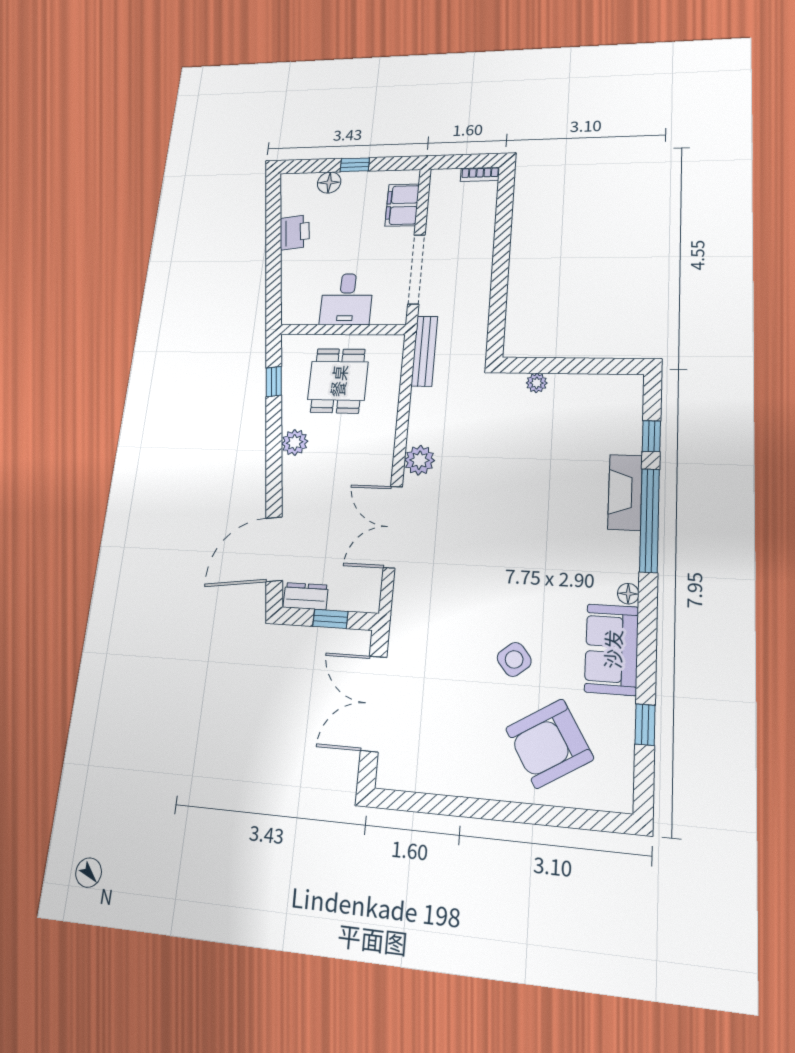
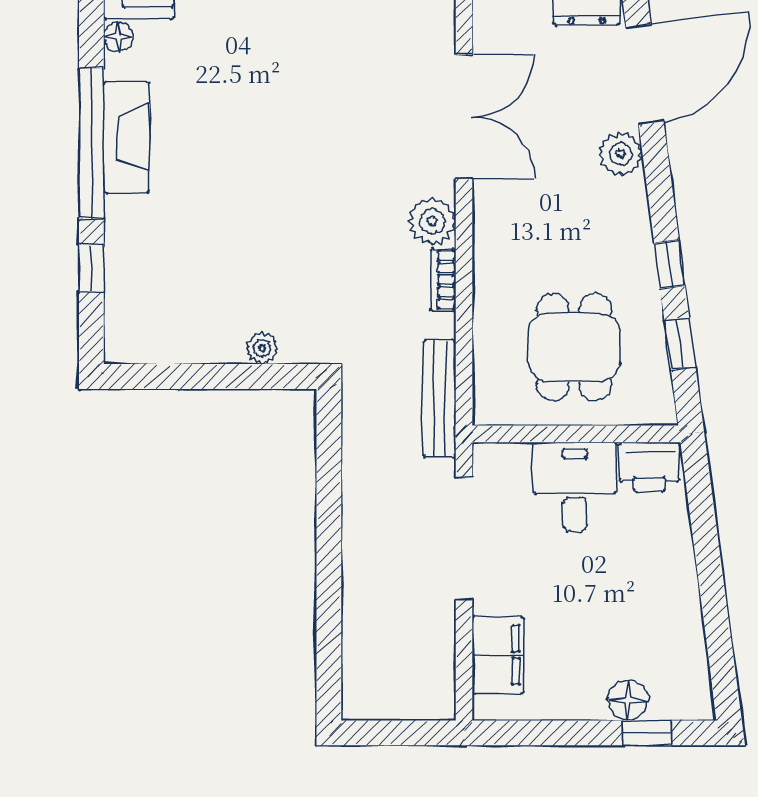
window: (355, 165) -> (647, 733), moved
bookcase: (480, 174) -> (443, 280), moved, turned -90
printer: (295, 232) -> (649, 467), moved, turned -83
window: (274, 429) -> (670, 264), added
plant: (295, 442) -> (621, 154), moved
fireplace: (625, 492) -> (127, 137), moved

